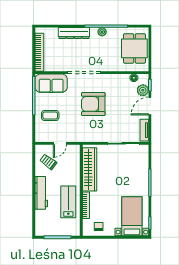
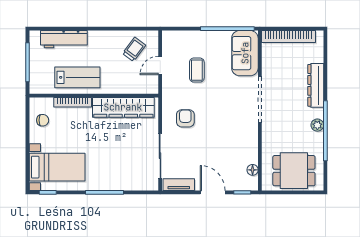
plant: (143, 90) -> (235, 182), removed
armchair: (93, 104) -> (185, 118), moved, width x0.53, depth x0.53
coffee table: (50, 115) -> (197, 70), moved
door: (60, 143) -> (160, 65), hinge flipped
workbench: (41, 193) -> (64, 39), moved

